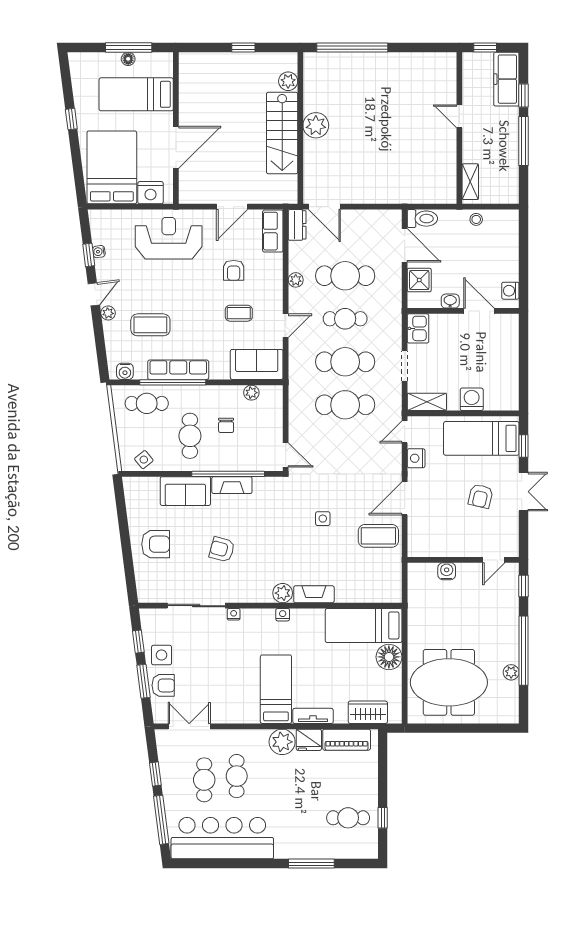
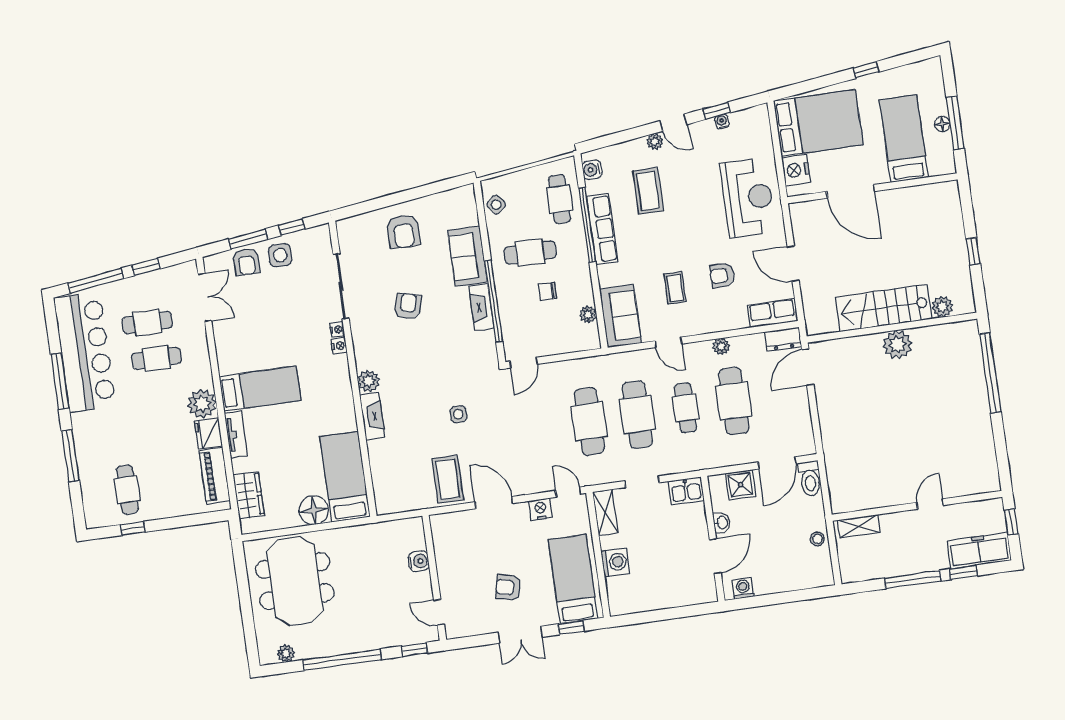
nightstand: (283, 615) -> (339, 346), moved
plant: (511, 672) -> (286, 653), moved
window: (245, 864) -> (60, 381), added

